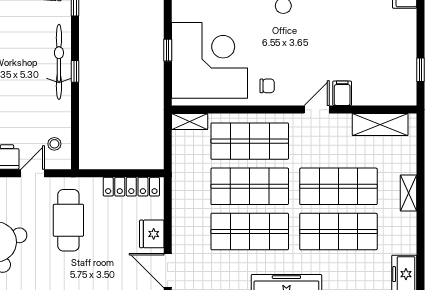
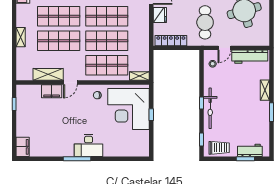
filing cabinet: (342, 93) -> (52, 91), width x2.00
shelving: (380, 124) -> (48, 74), moved

